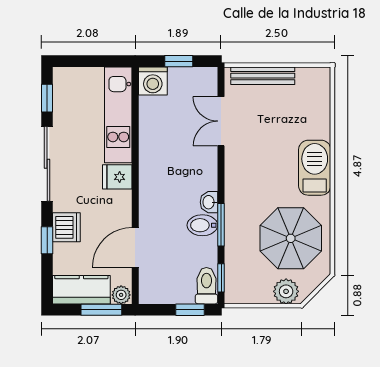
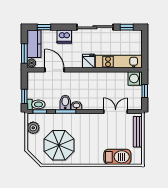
barbecue: (315, 168) -> (117, 157), moved
window: (47, 240) -> (44, 27), moved
plant: (286, 291) -> (33, 128), moved

